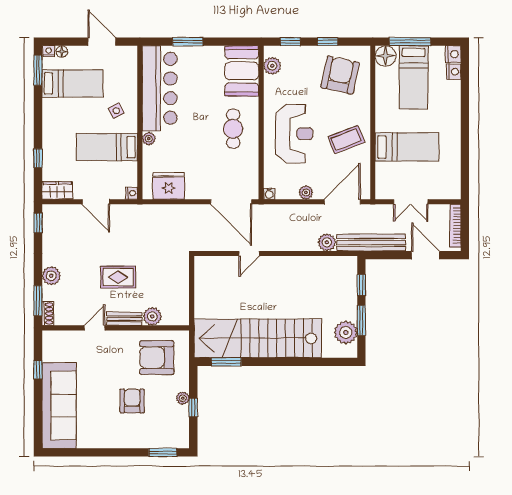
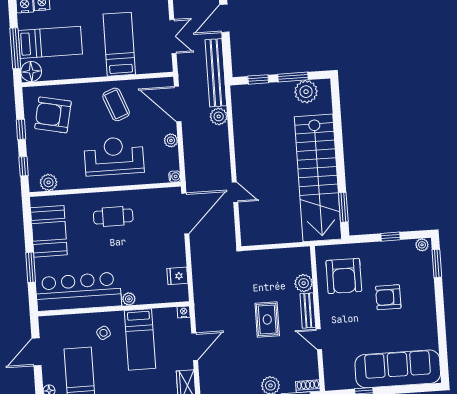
booth: (242, 71) -> (49, 231), moved, turned 90
fridge: (169, 186) -> (177, 276), width x0.53, depth x0.75
plant: (183, 398) -> (422, 245), moved

